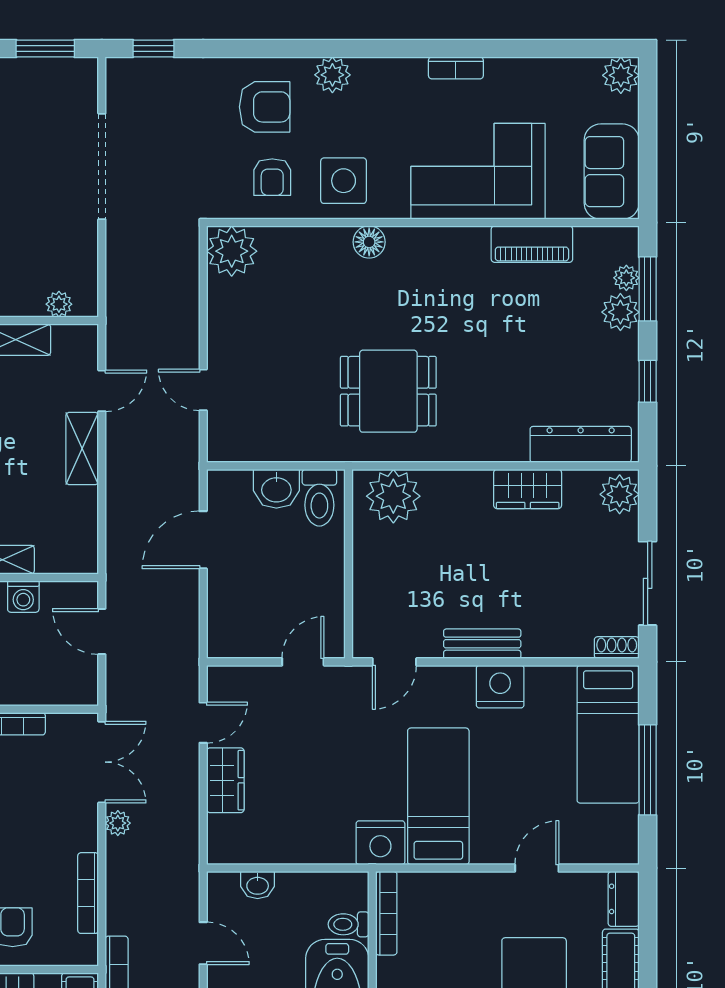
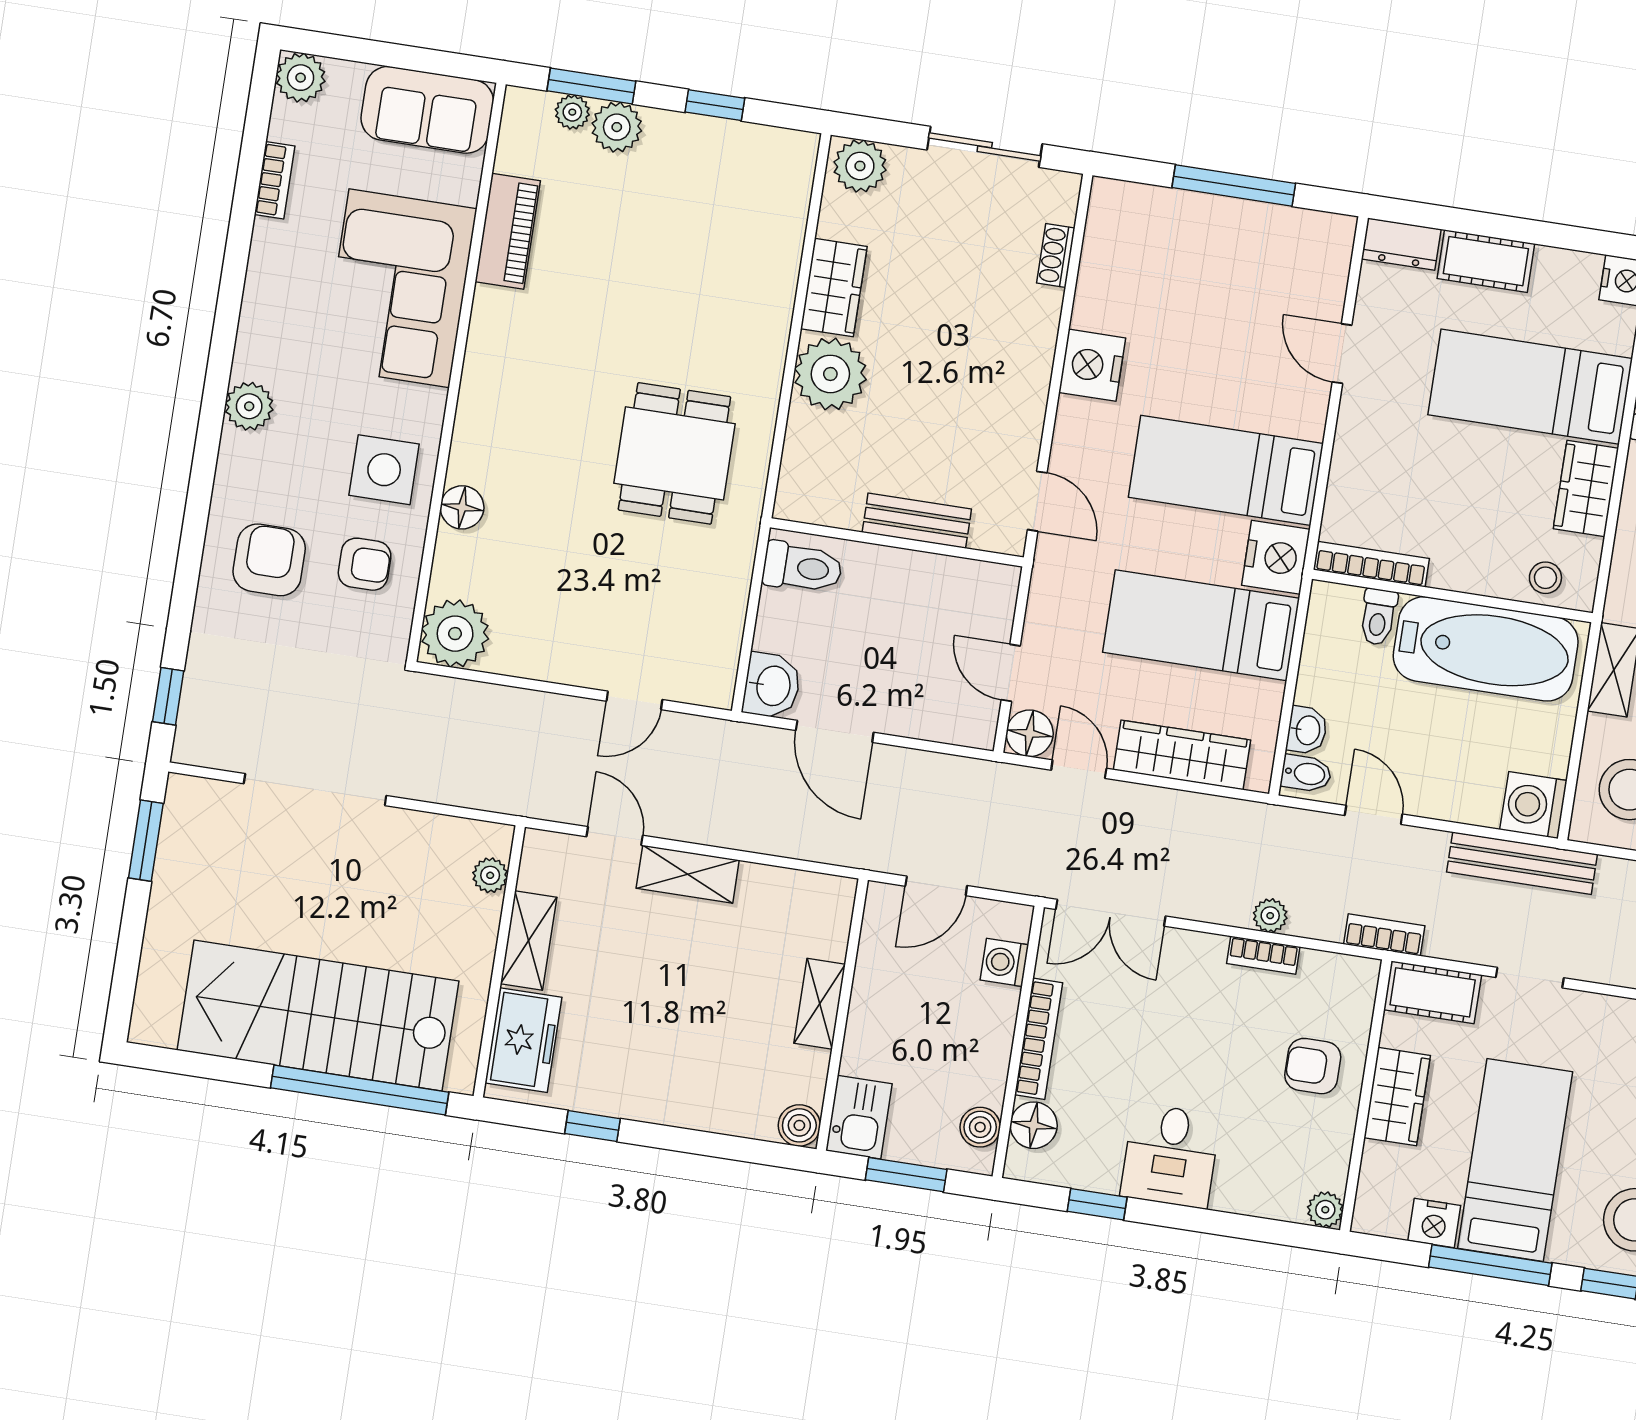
bookcase: (456, 68) -> (275, 180), moved
plant: (332, 75) -> (249, 406), moved
floor lamp: (369, 242) -> (462, 507), moved
dresser: (581, 444) -> (785, 208), removed
washbasin: (276, 489) -> (772, 686), moved
plant: (393, 496) -> (830, 374), moved
washing machine: (23, 597) -> (1004, 962), moved, turned 180
bench: (482, 644) -> (917, 521), moved, turned 90
shoe rack: (617, 648) -> (1056, 256), moved
door: (303, 662) -> (1011, 673), moved
floor lamp: (224, 683) -> (1030, 733), added
bed: (608, 734) -> (1201, 625), moved, turned 180
double door: (102, 762) -> (1111, 913), swing flipped
wardrobe: (225, 780) -> (1182, 755), width x1.50
plant: (118, 823) -> (1270, 916), moved
bidet: (226, 889) -> (1306, 773), added
bookcase: (88, 893) -> (1263, 955), width x0.64
door: (203, 943) -> (1374, 815), hinge flipped

